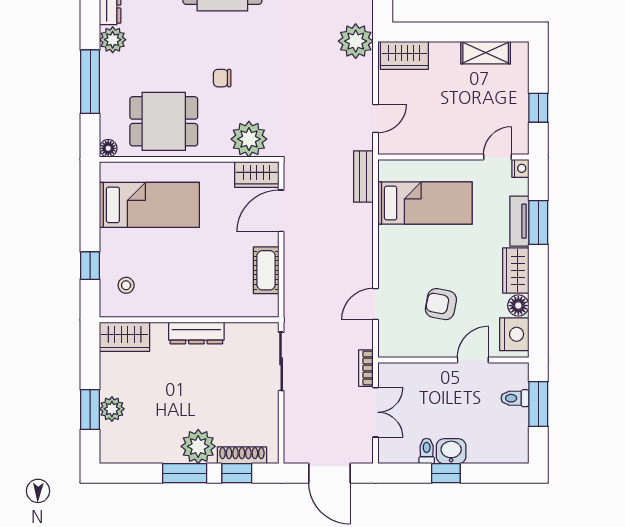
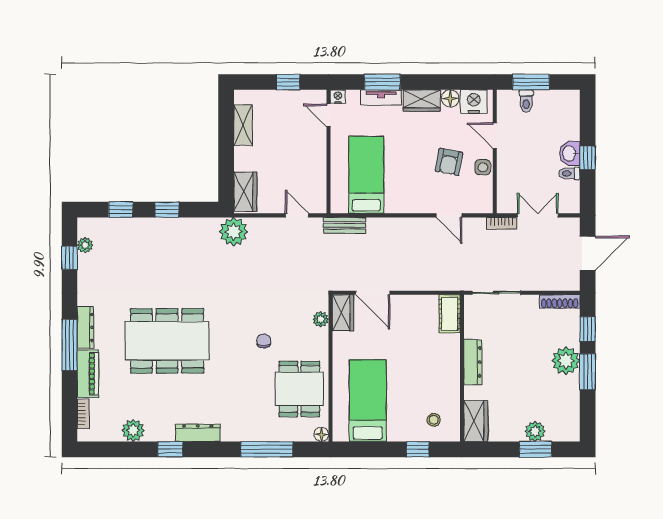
plant: (113, 40) -> (232, 431), removed
chair: (222, 78) -> (264, 341), turned 180
plant: (249, 139) -> (321, 319), width x0.53, depth x0.53
cot: (266, 270) -> (450, 314), moved, turned 90
side table: (434, 345) -> (483, 167), added
shoe rack: (242, 455) -> (560, 301), moved, turned -90

